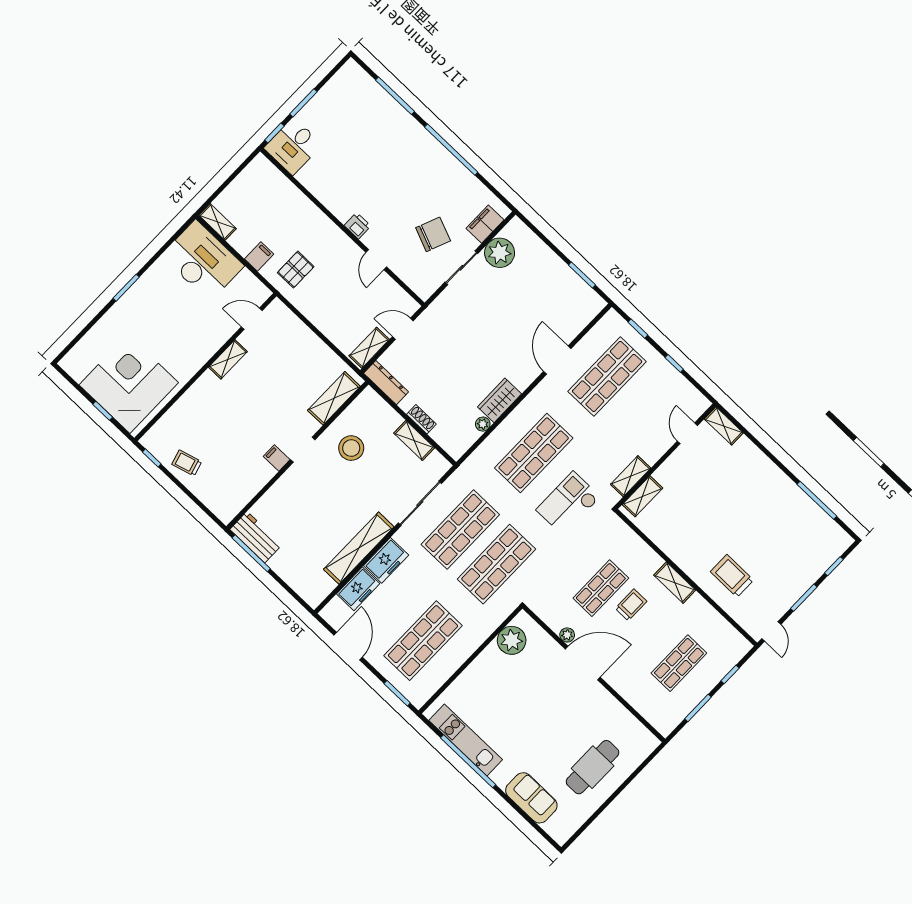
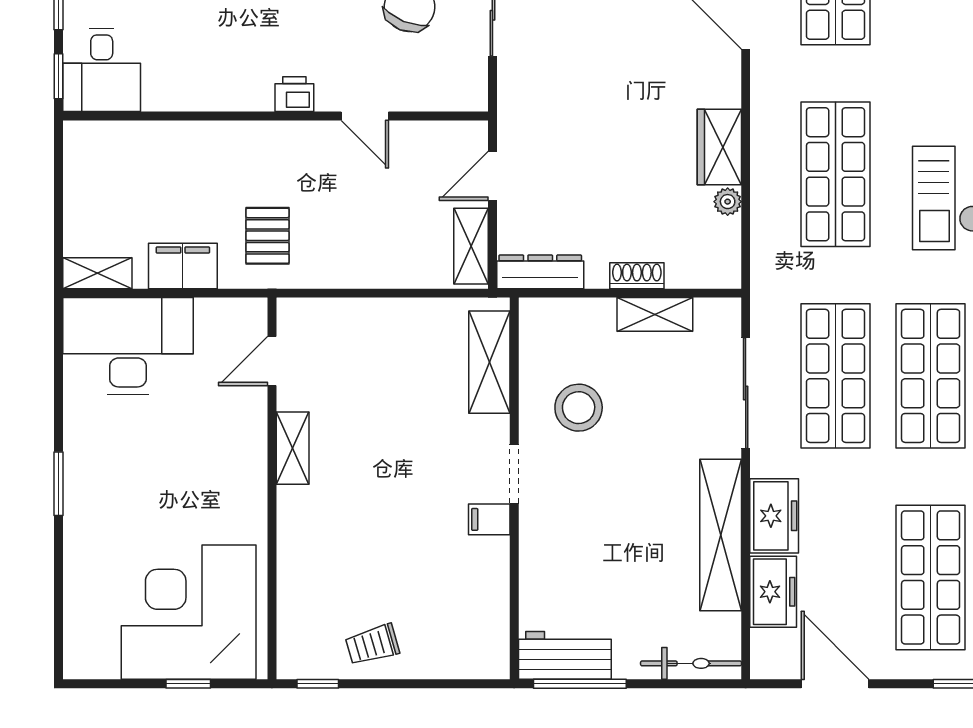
filing cabinet: (259, 256) -> (183, 266), width x2.00
bicycle: (301, 586) -> (691, 663), added

